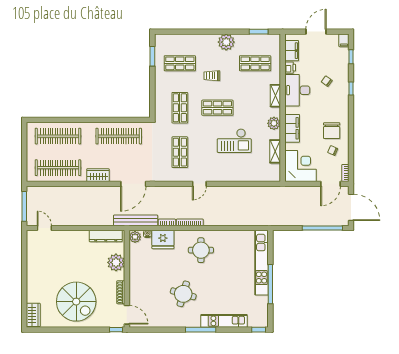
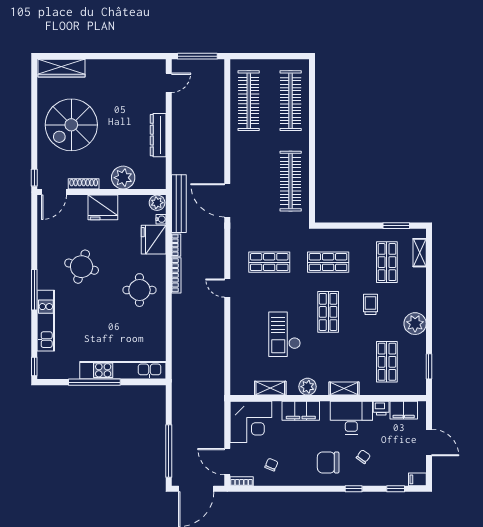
shelving: (173, 39) -> (420, 253), added
chair: (332, 131) -> (328, 462), moved
wardrobe: (98, 175) -> (239, 154), removed
dresser: (106, 236) -> (158, 135), moved
fridge: (139, 278) -> (103, 207), added
wardrobe: (33, 315) -> (62, 68), width x1.50

